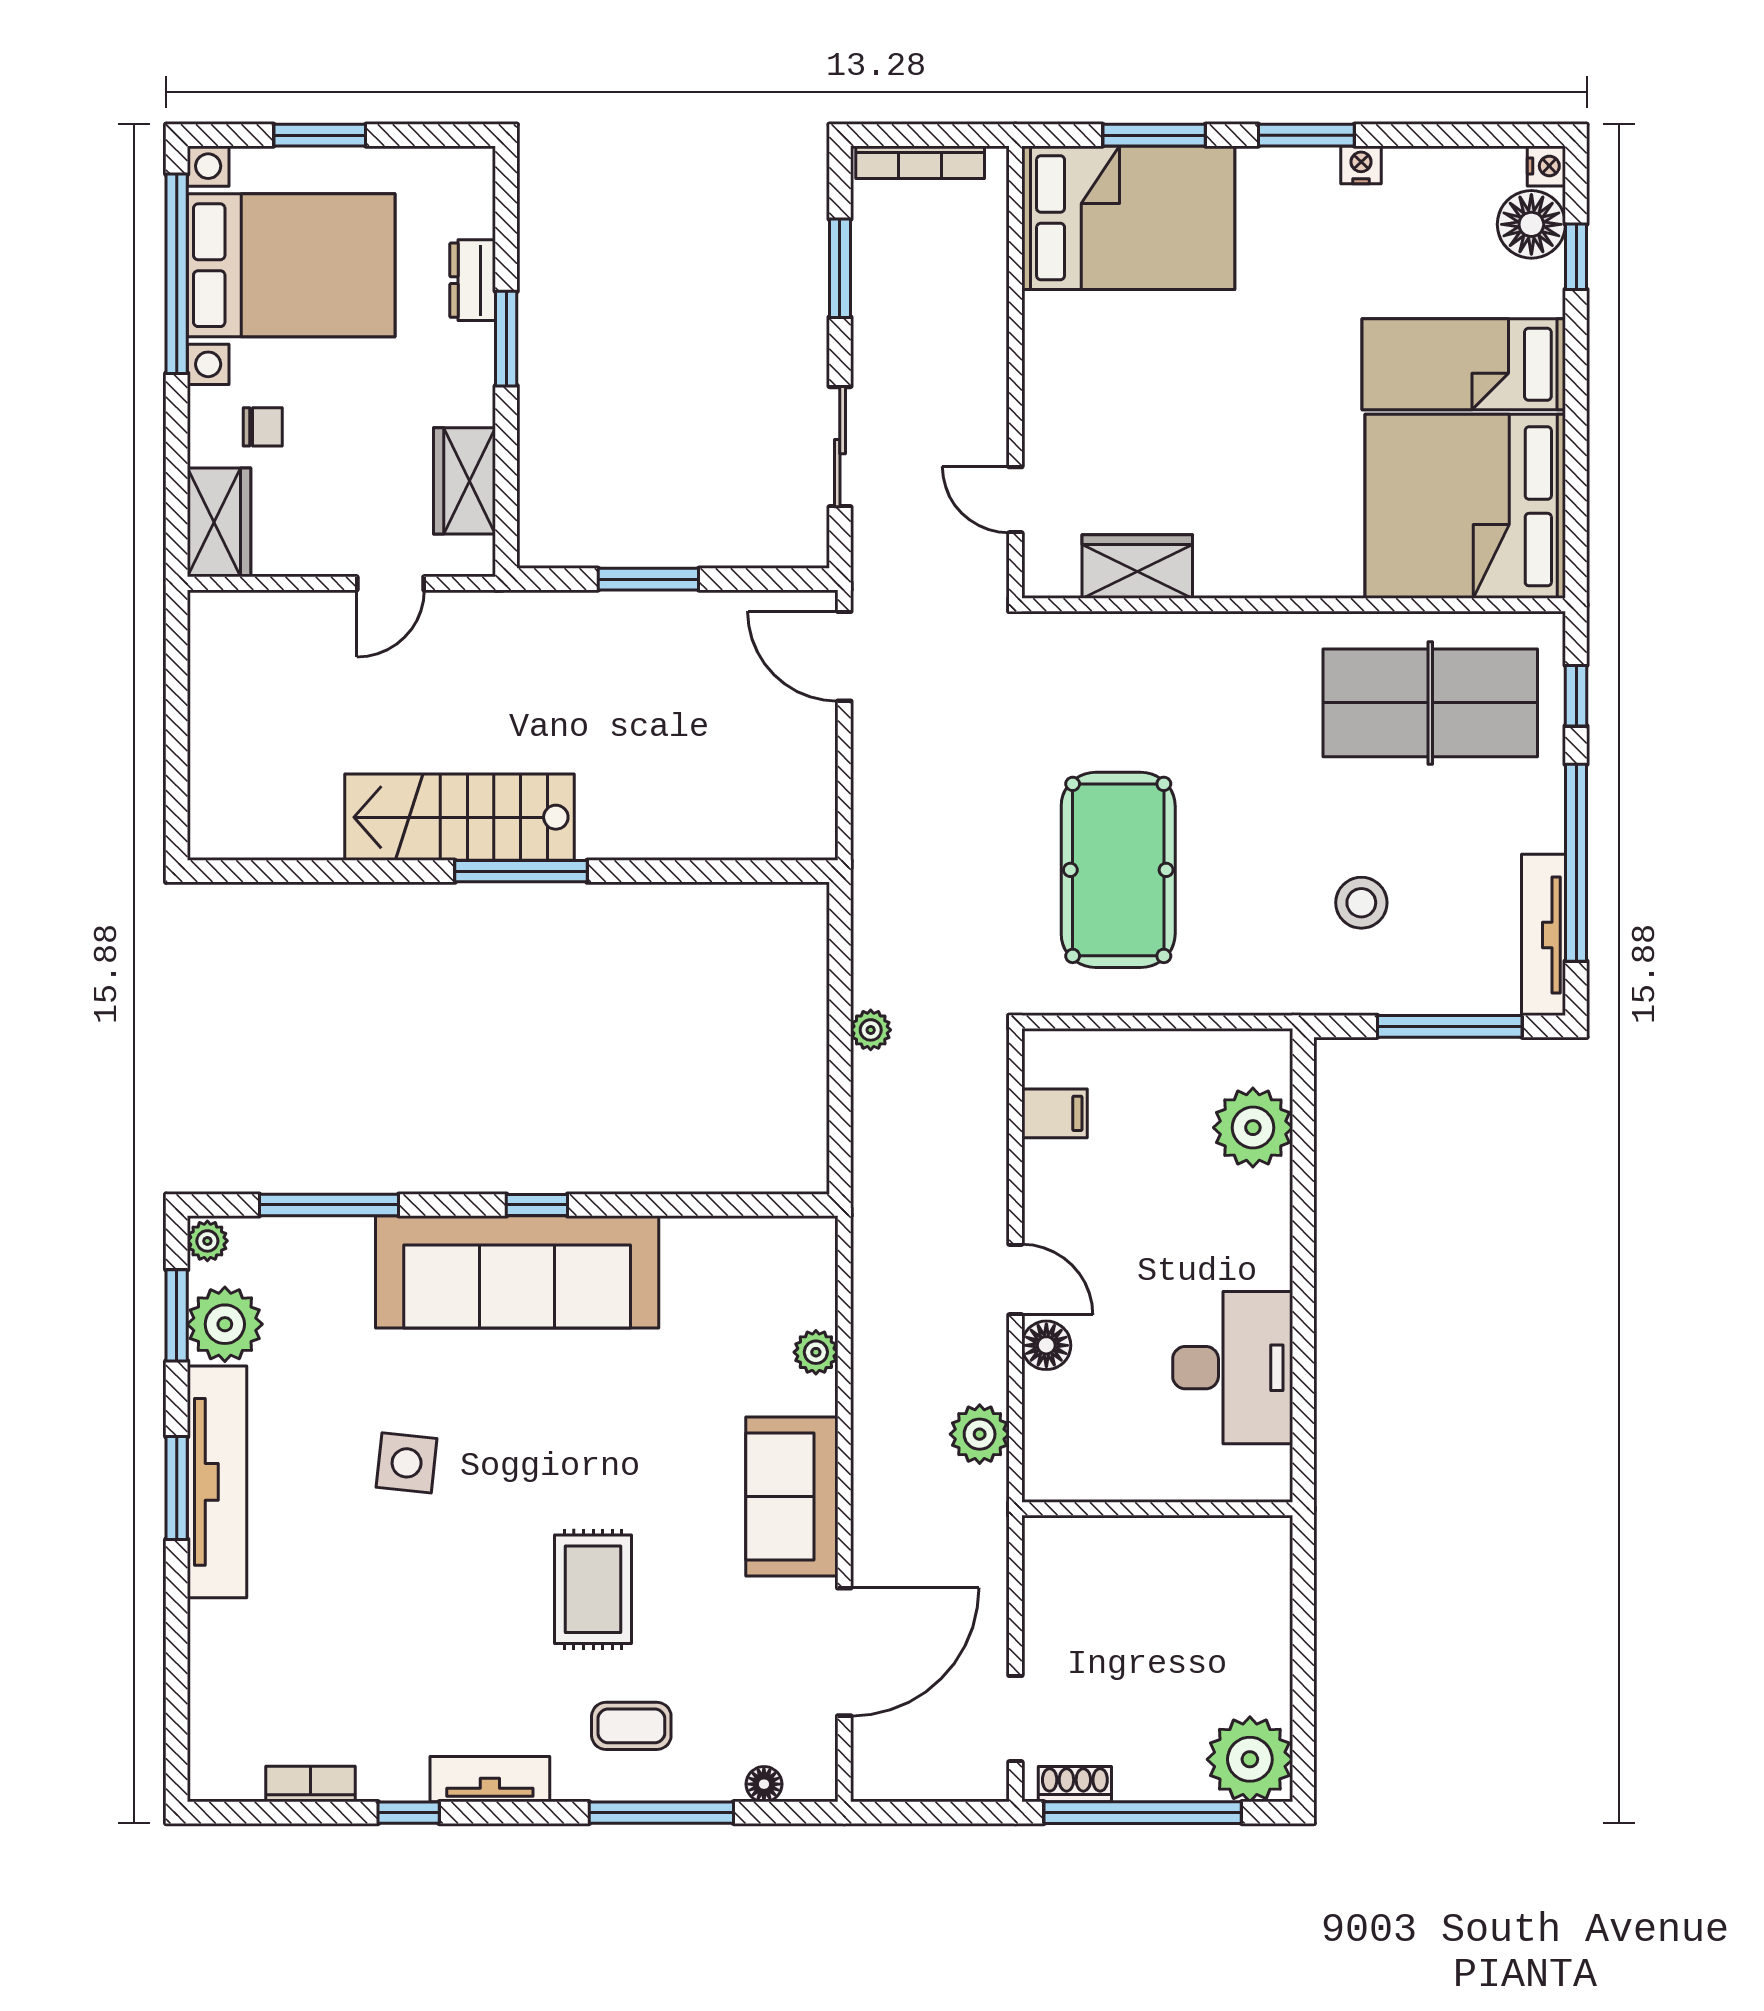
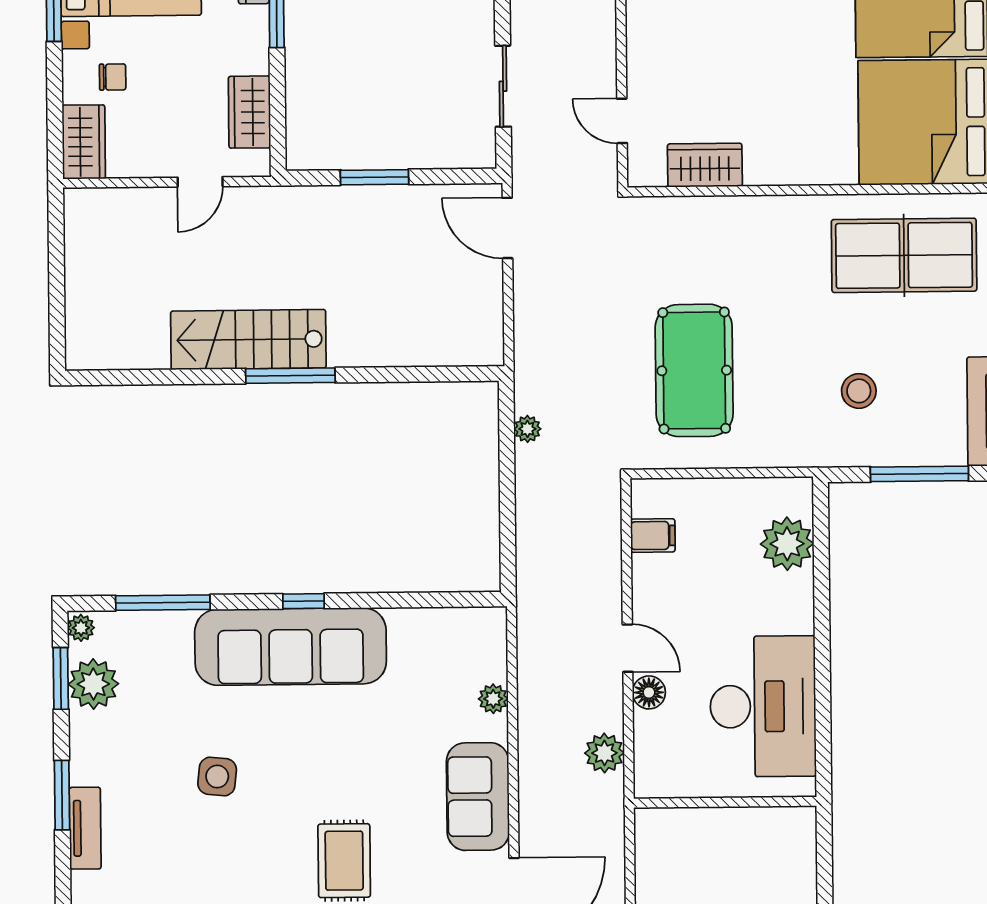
plant: (871, 1030) -> (527, 429), moved
desk: (1233, 1368) -> (763, 706), width x1.36, depth x1.30
tv unit: (217, 1482) -> (85, 828), width x0.52, depth x0.78

